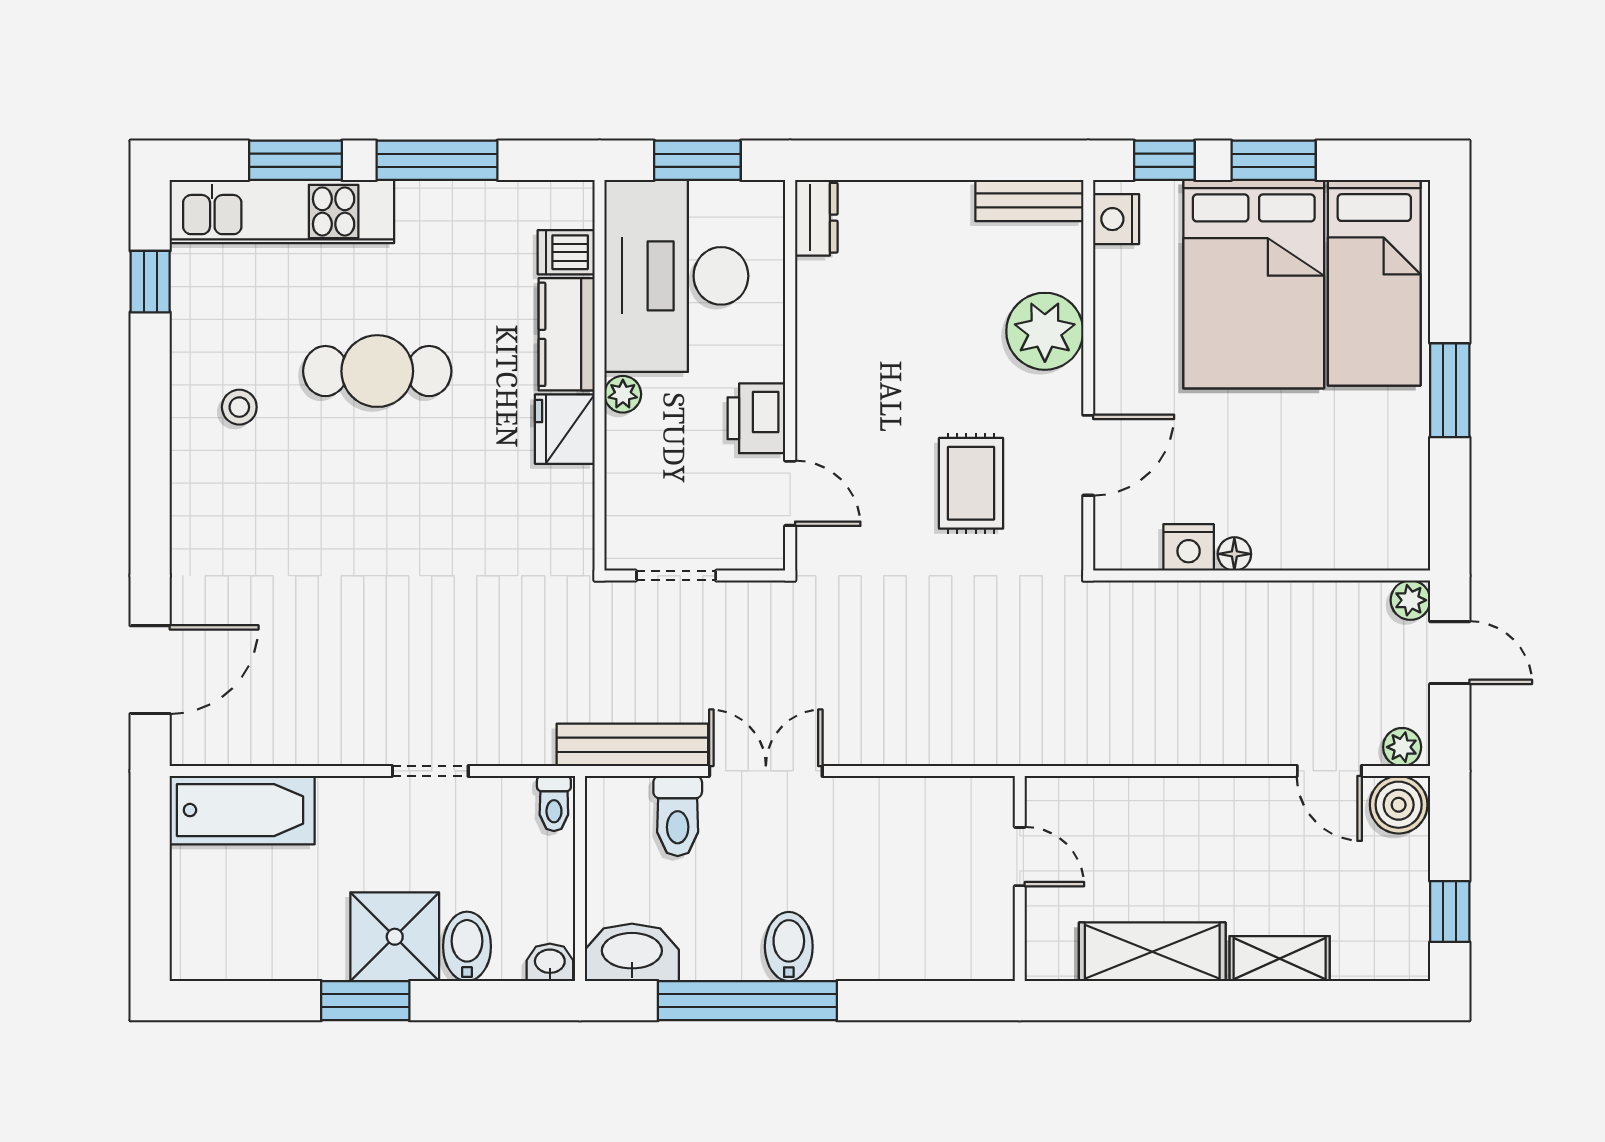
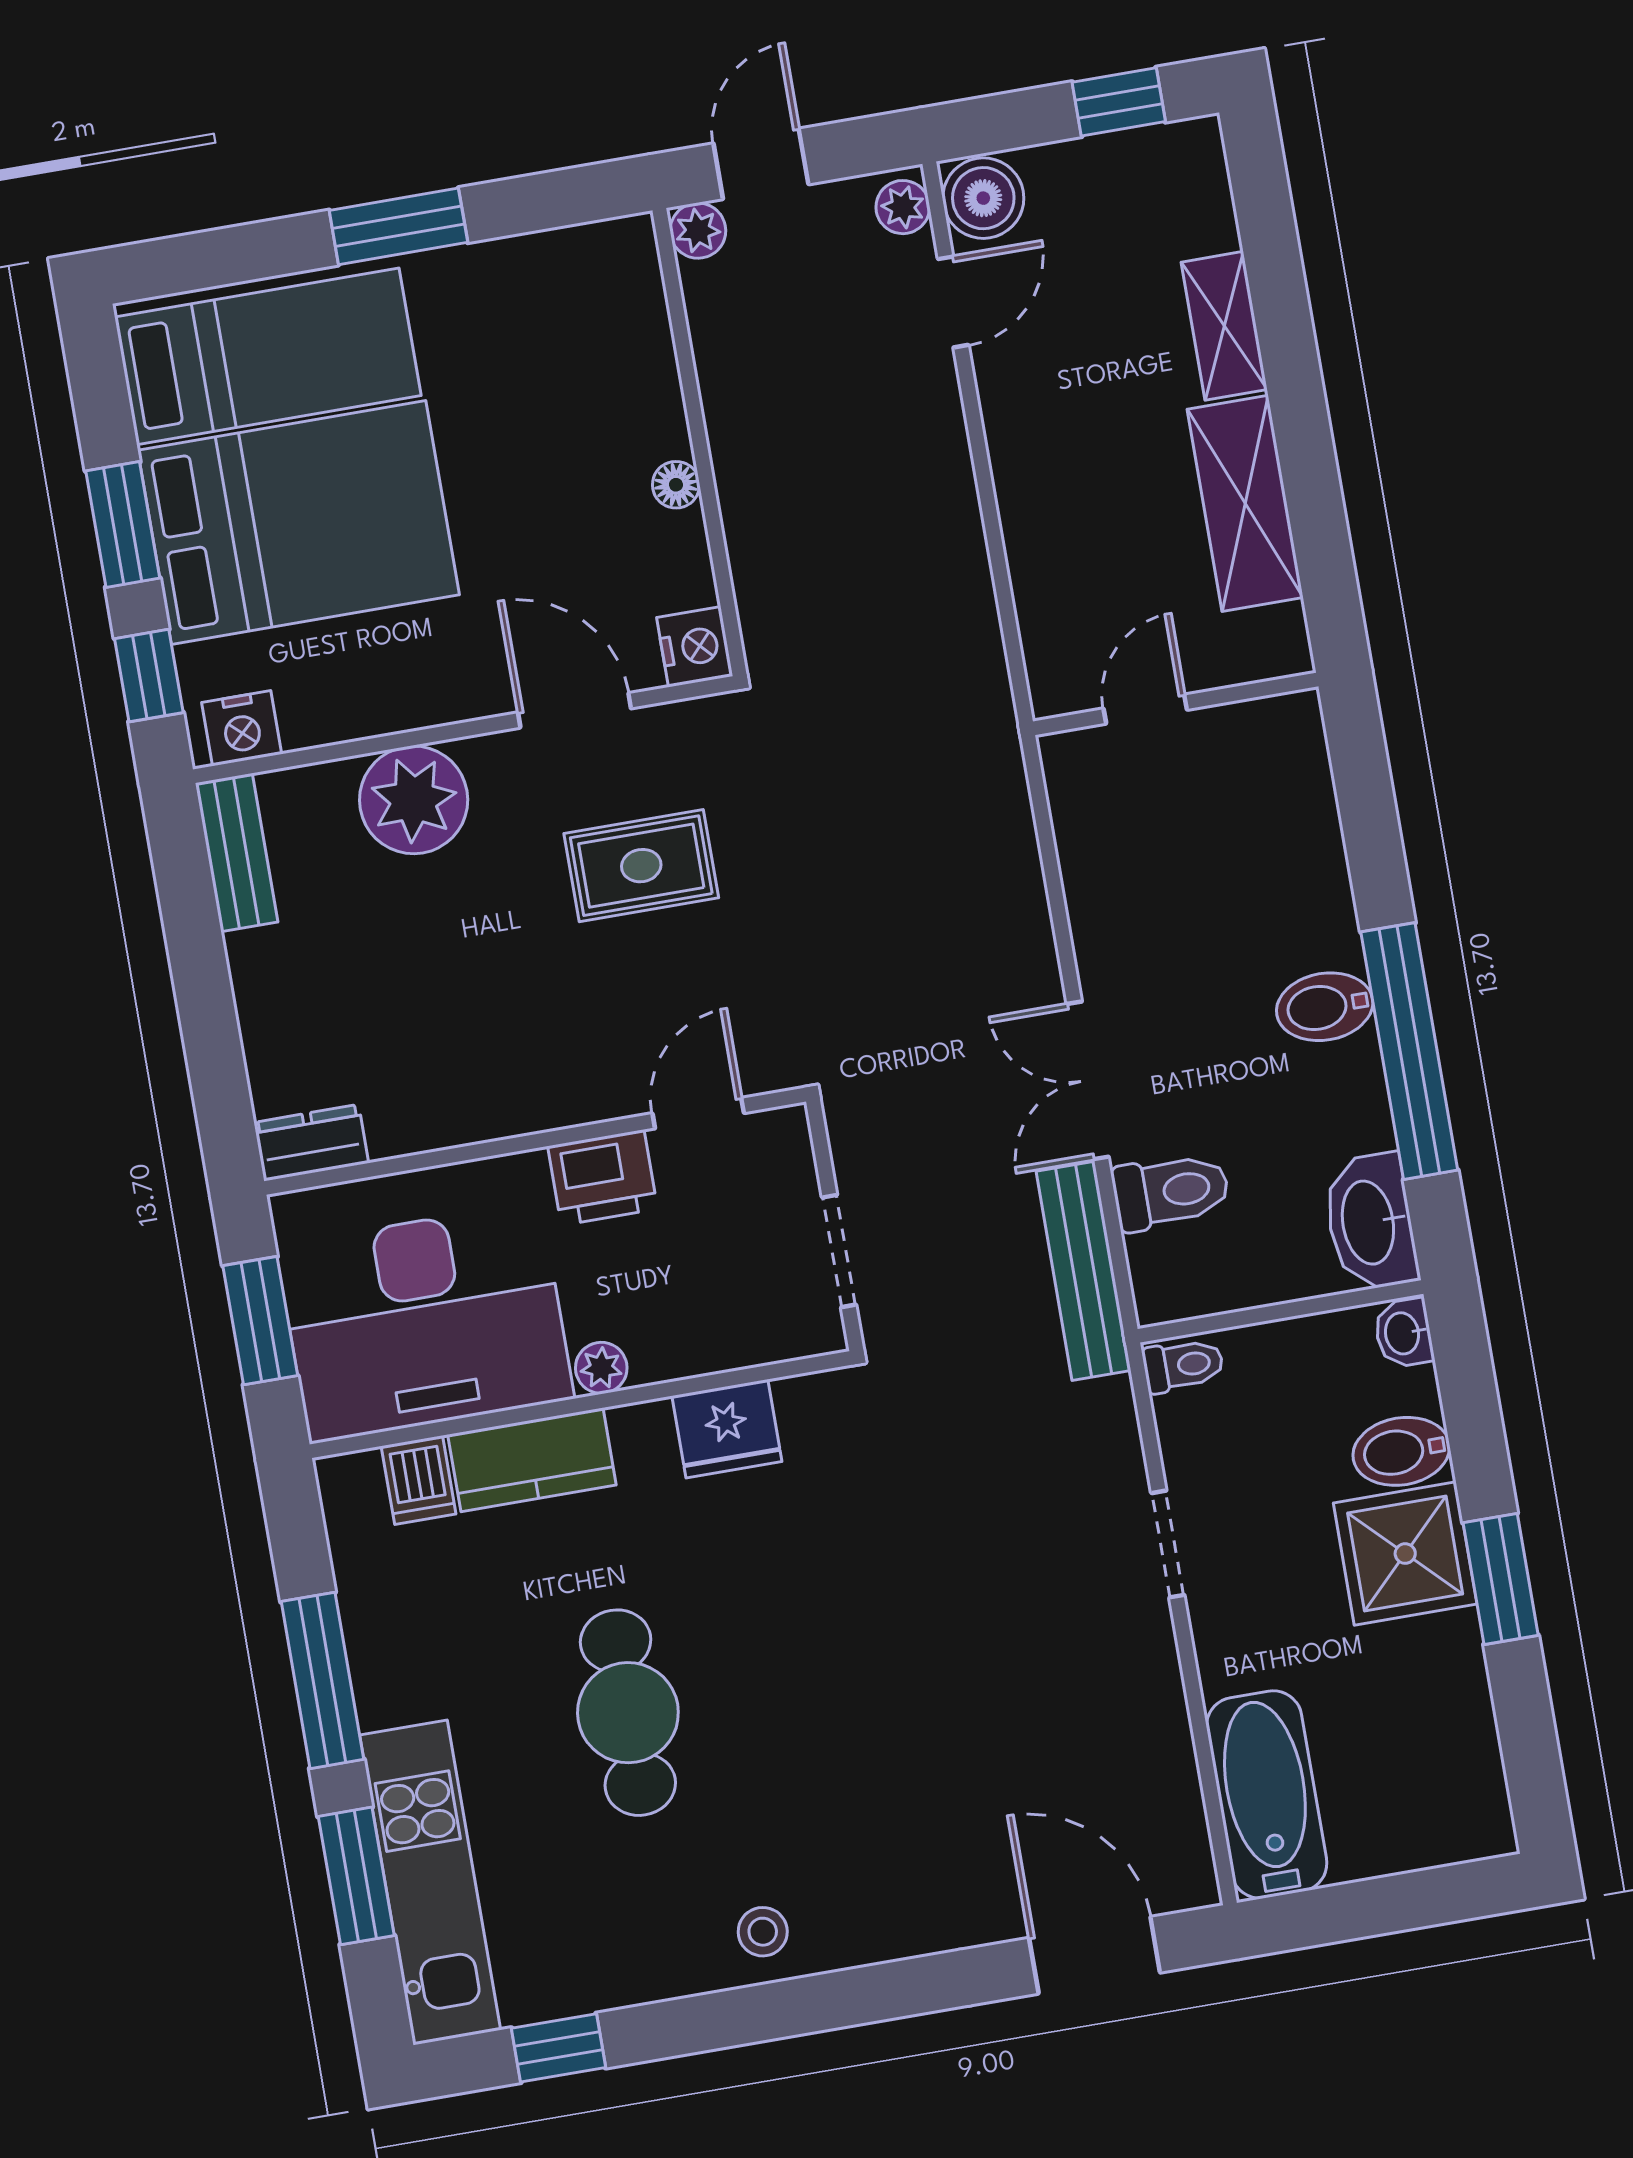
stool: (239, 407) -> (763, 1932), moved
fridge: (565, 429) -> (727, 1429), moved
nightstand: (1189, 547) -> (695, 647), moved

